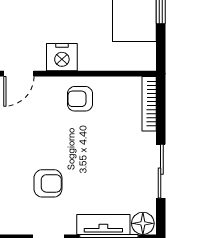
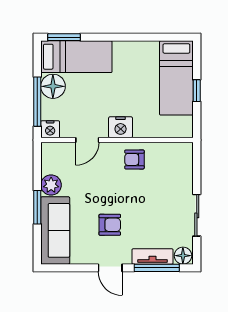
bookcase: (149, 104) -> (188, 163), removed

